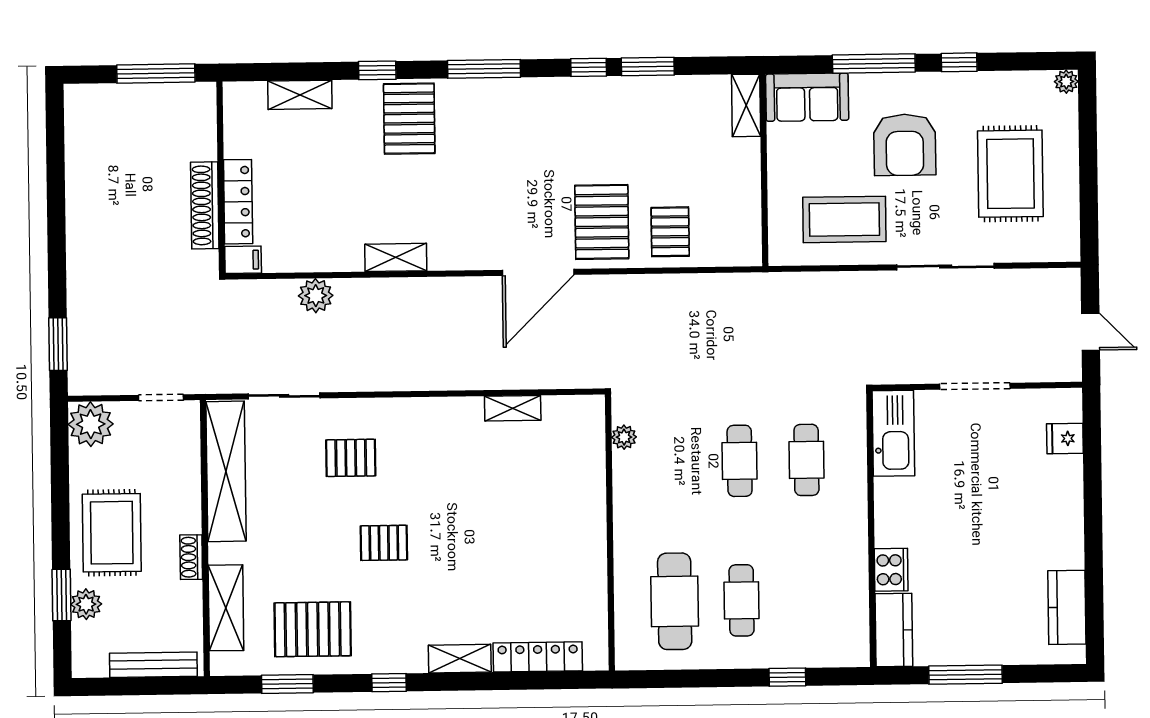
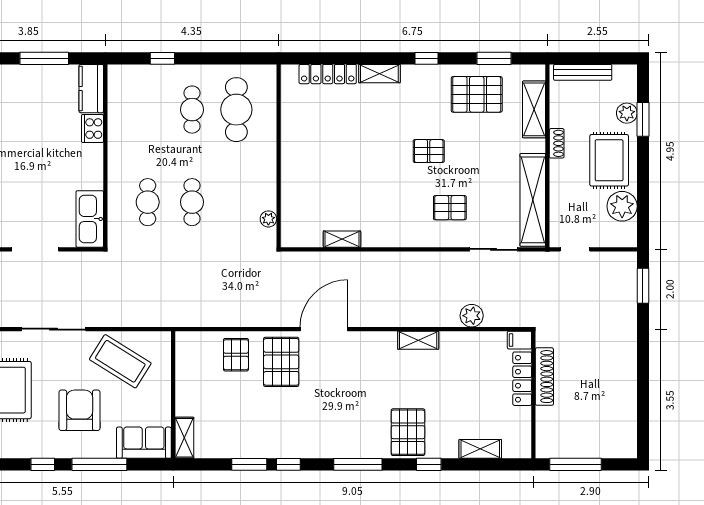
coffee table: (844, 219) -> (120, 361), turned 32
plant: (91, 424) -> (622, 206), moved

